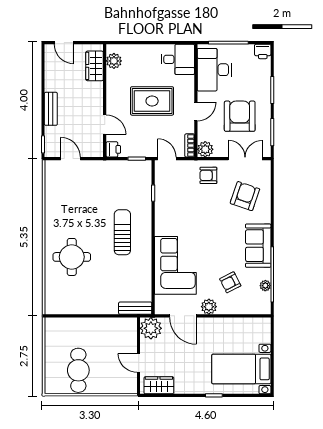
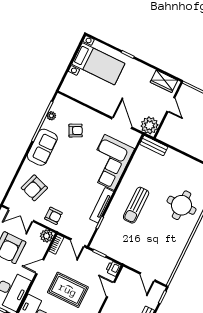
tv unit: (161, 213) -> (102, 205), added
plant: (209, 307) -> (100, 120), removed

